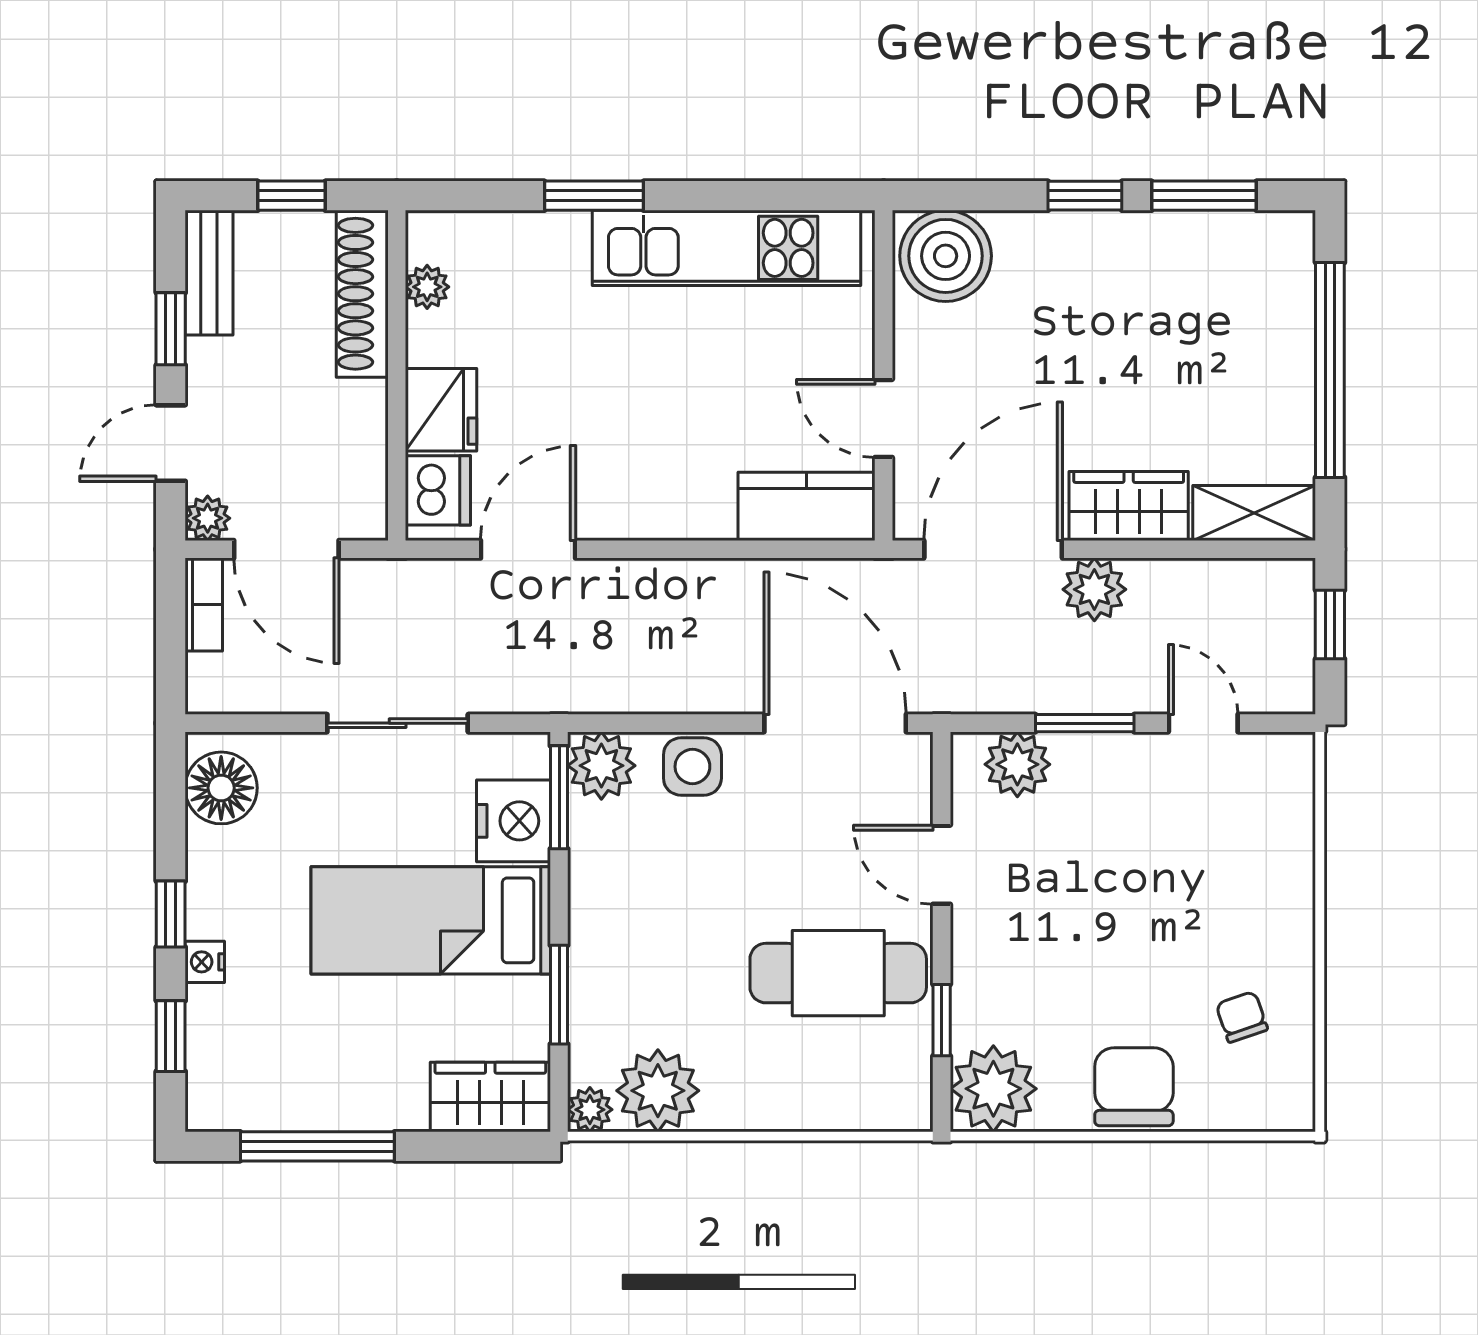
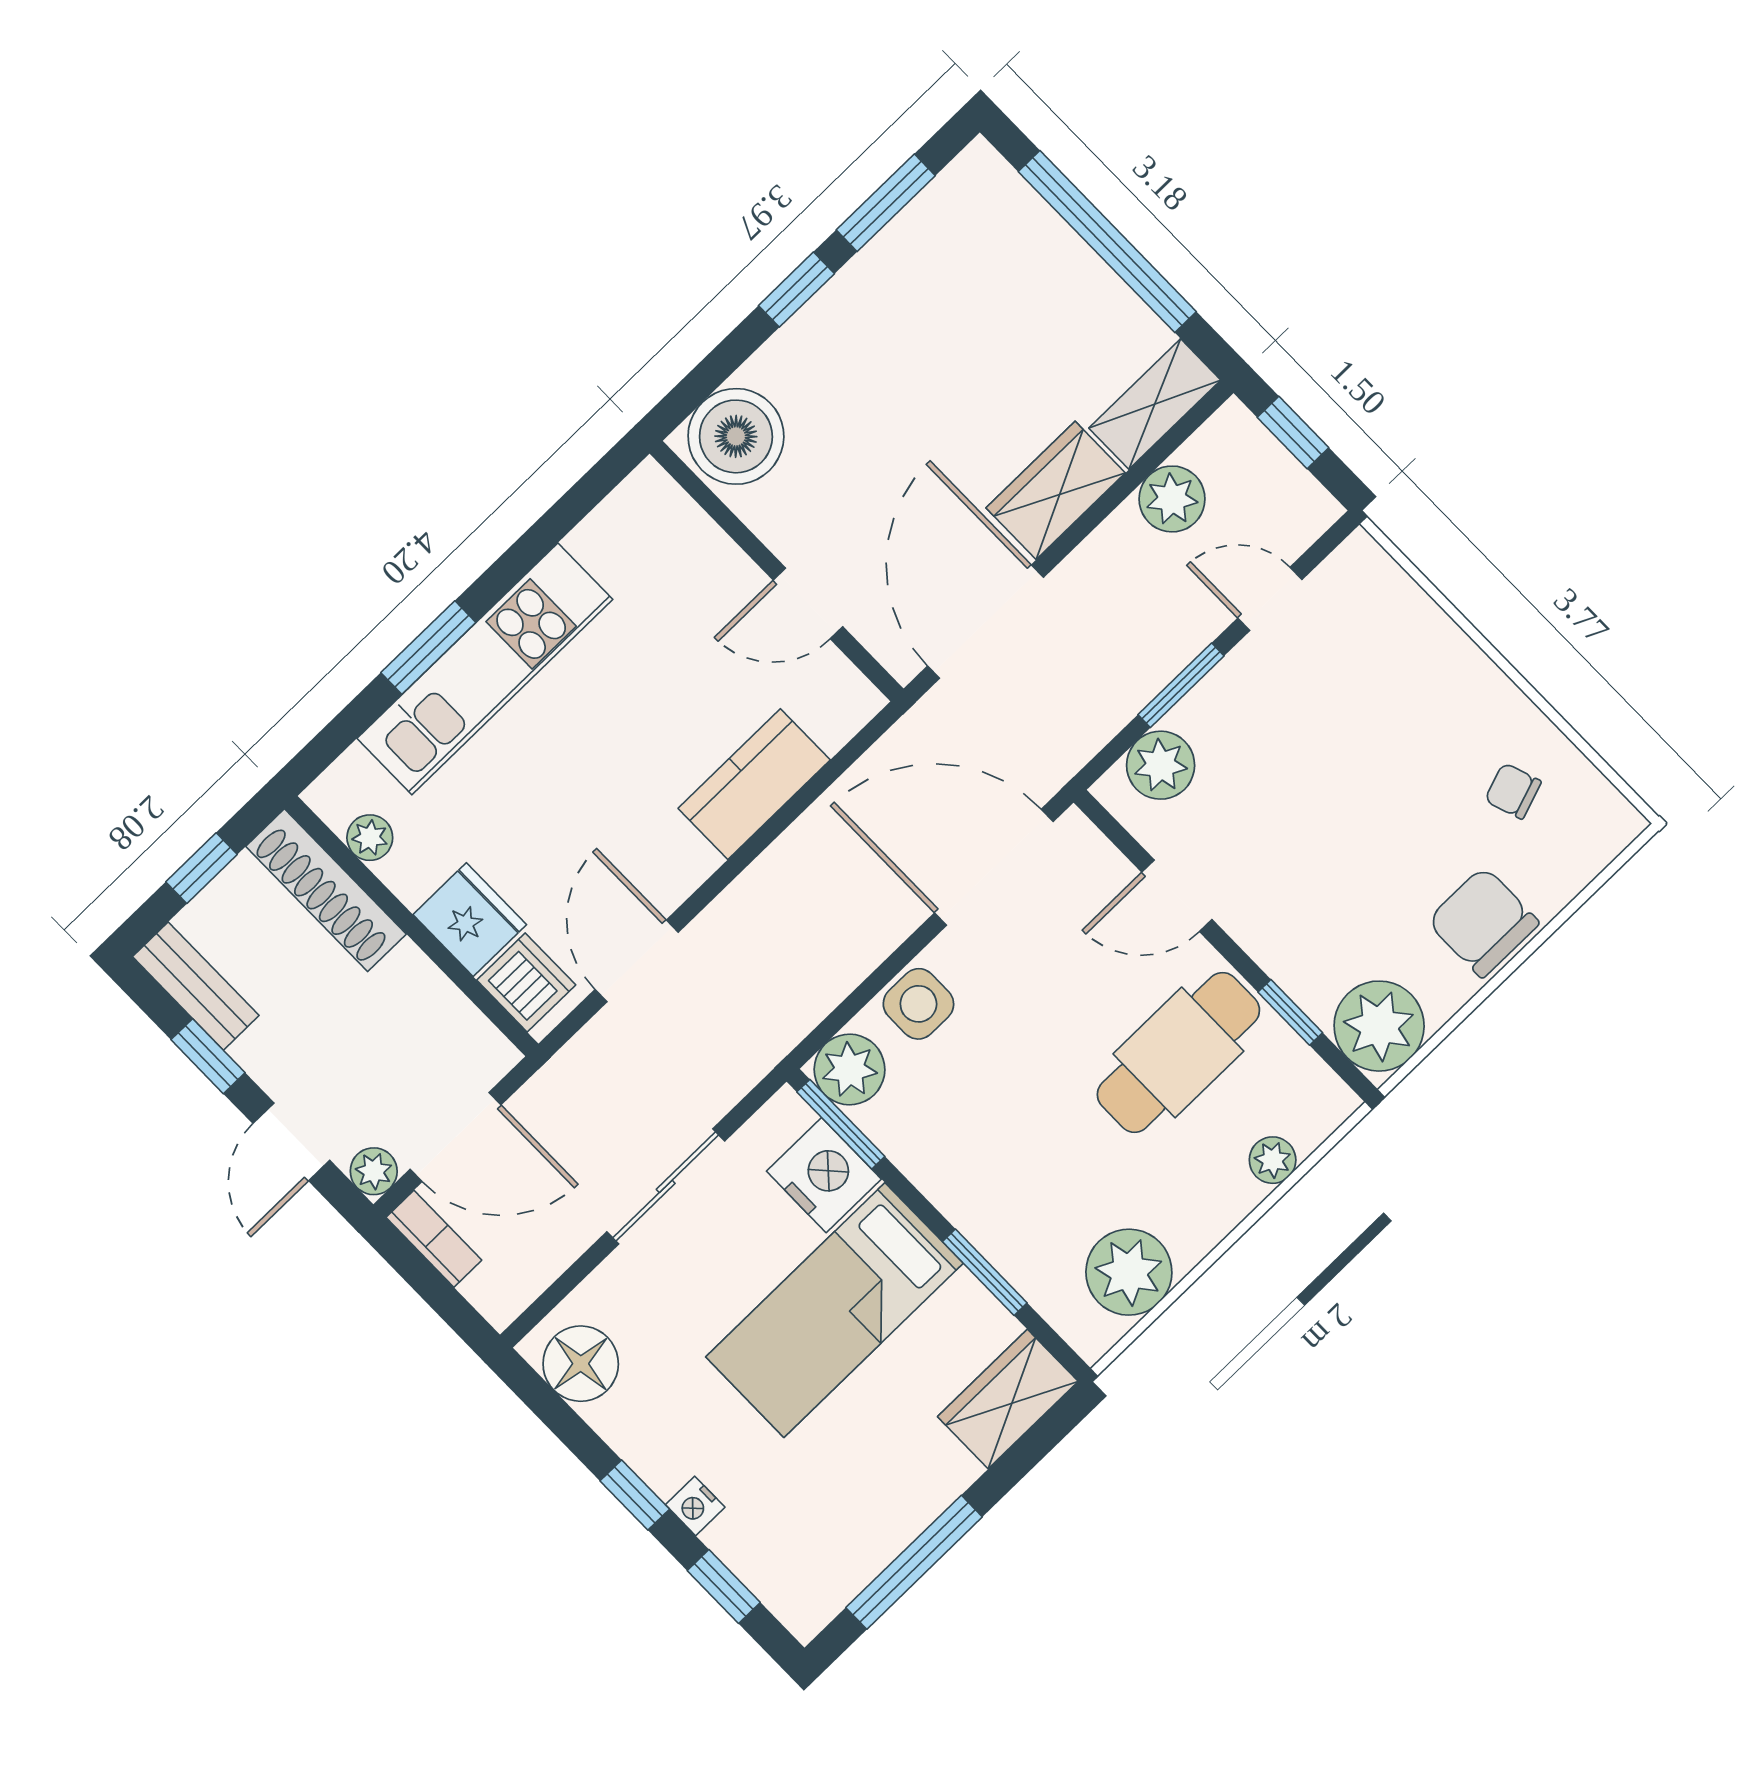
kitchen unit: (726, 248) -> (485, 669), moved
kitchen counter: (807, 506) -> (754, 784), moved
plant: (1094, 589) -> (1172, 499), moved
plant: (590, 1110) -> (1273, 1160), moved

